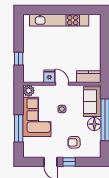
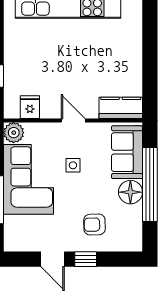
fridge: (49, 76) -> (30, 107), moved

